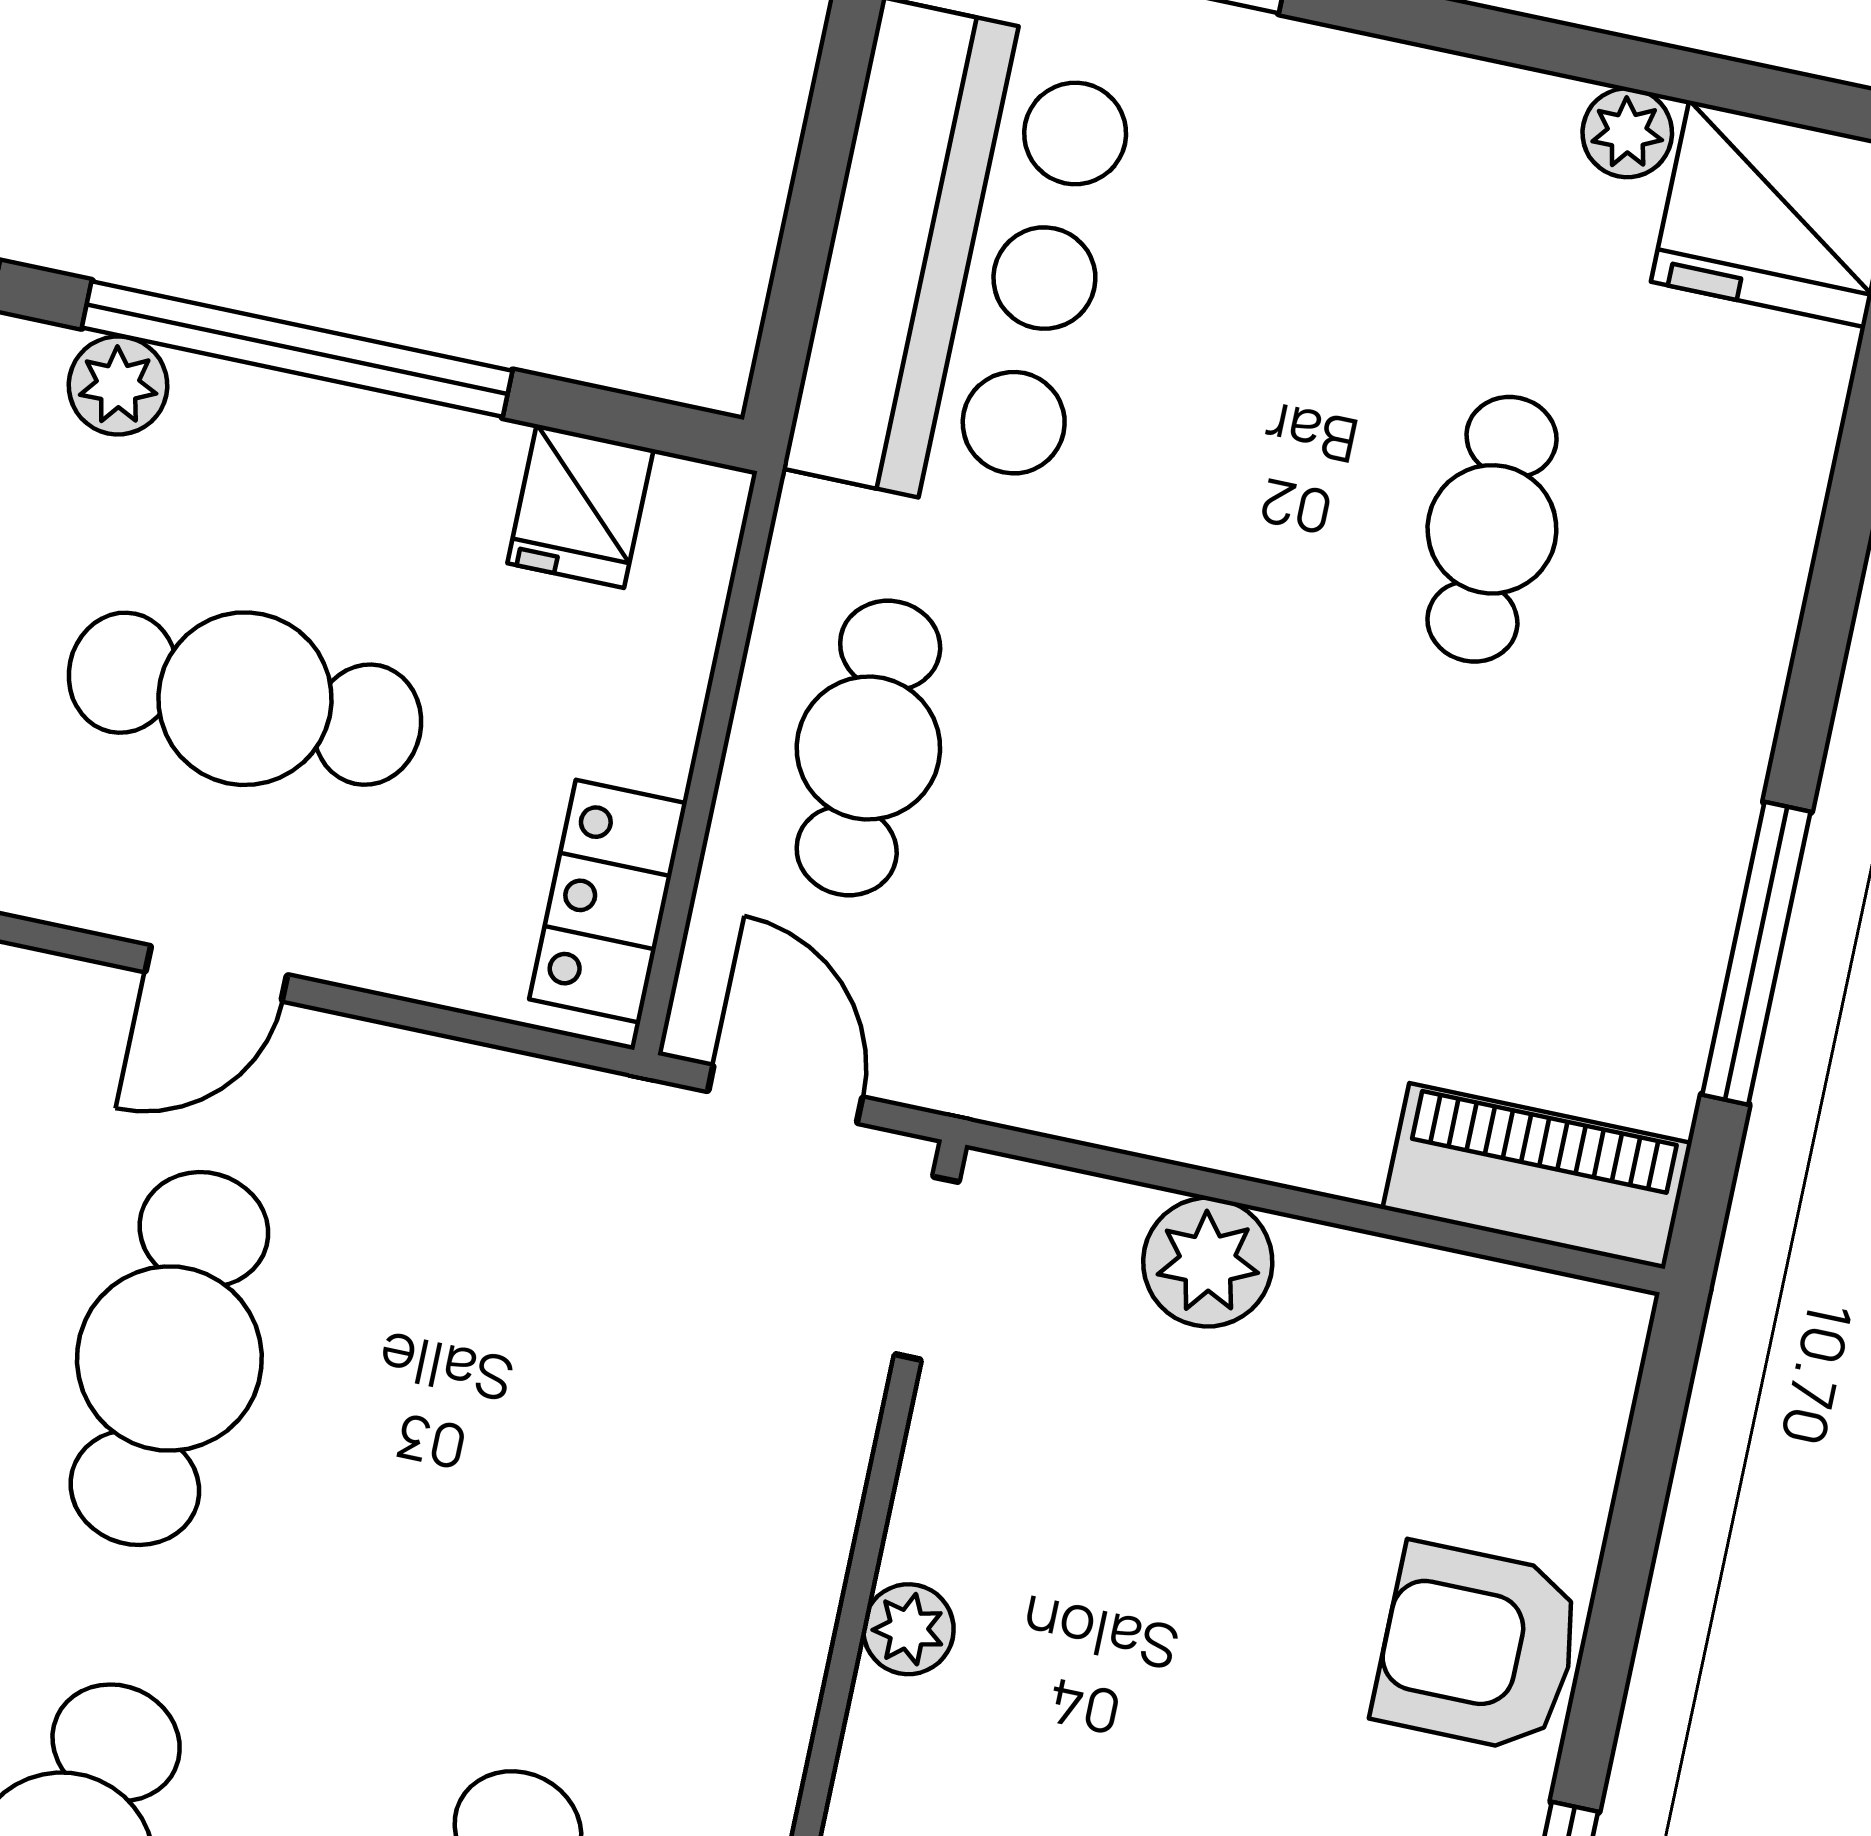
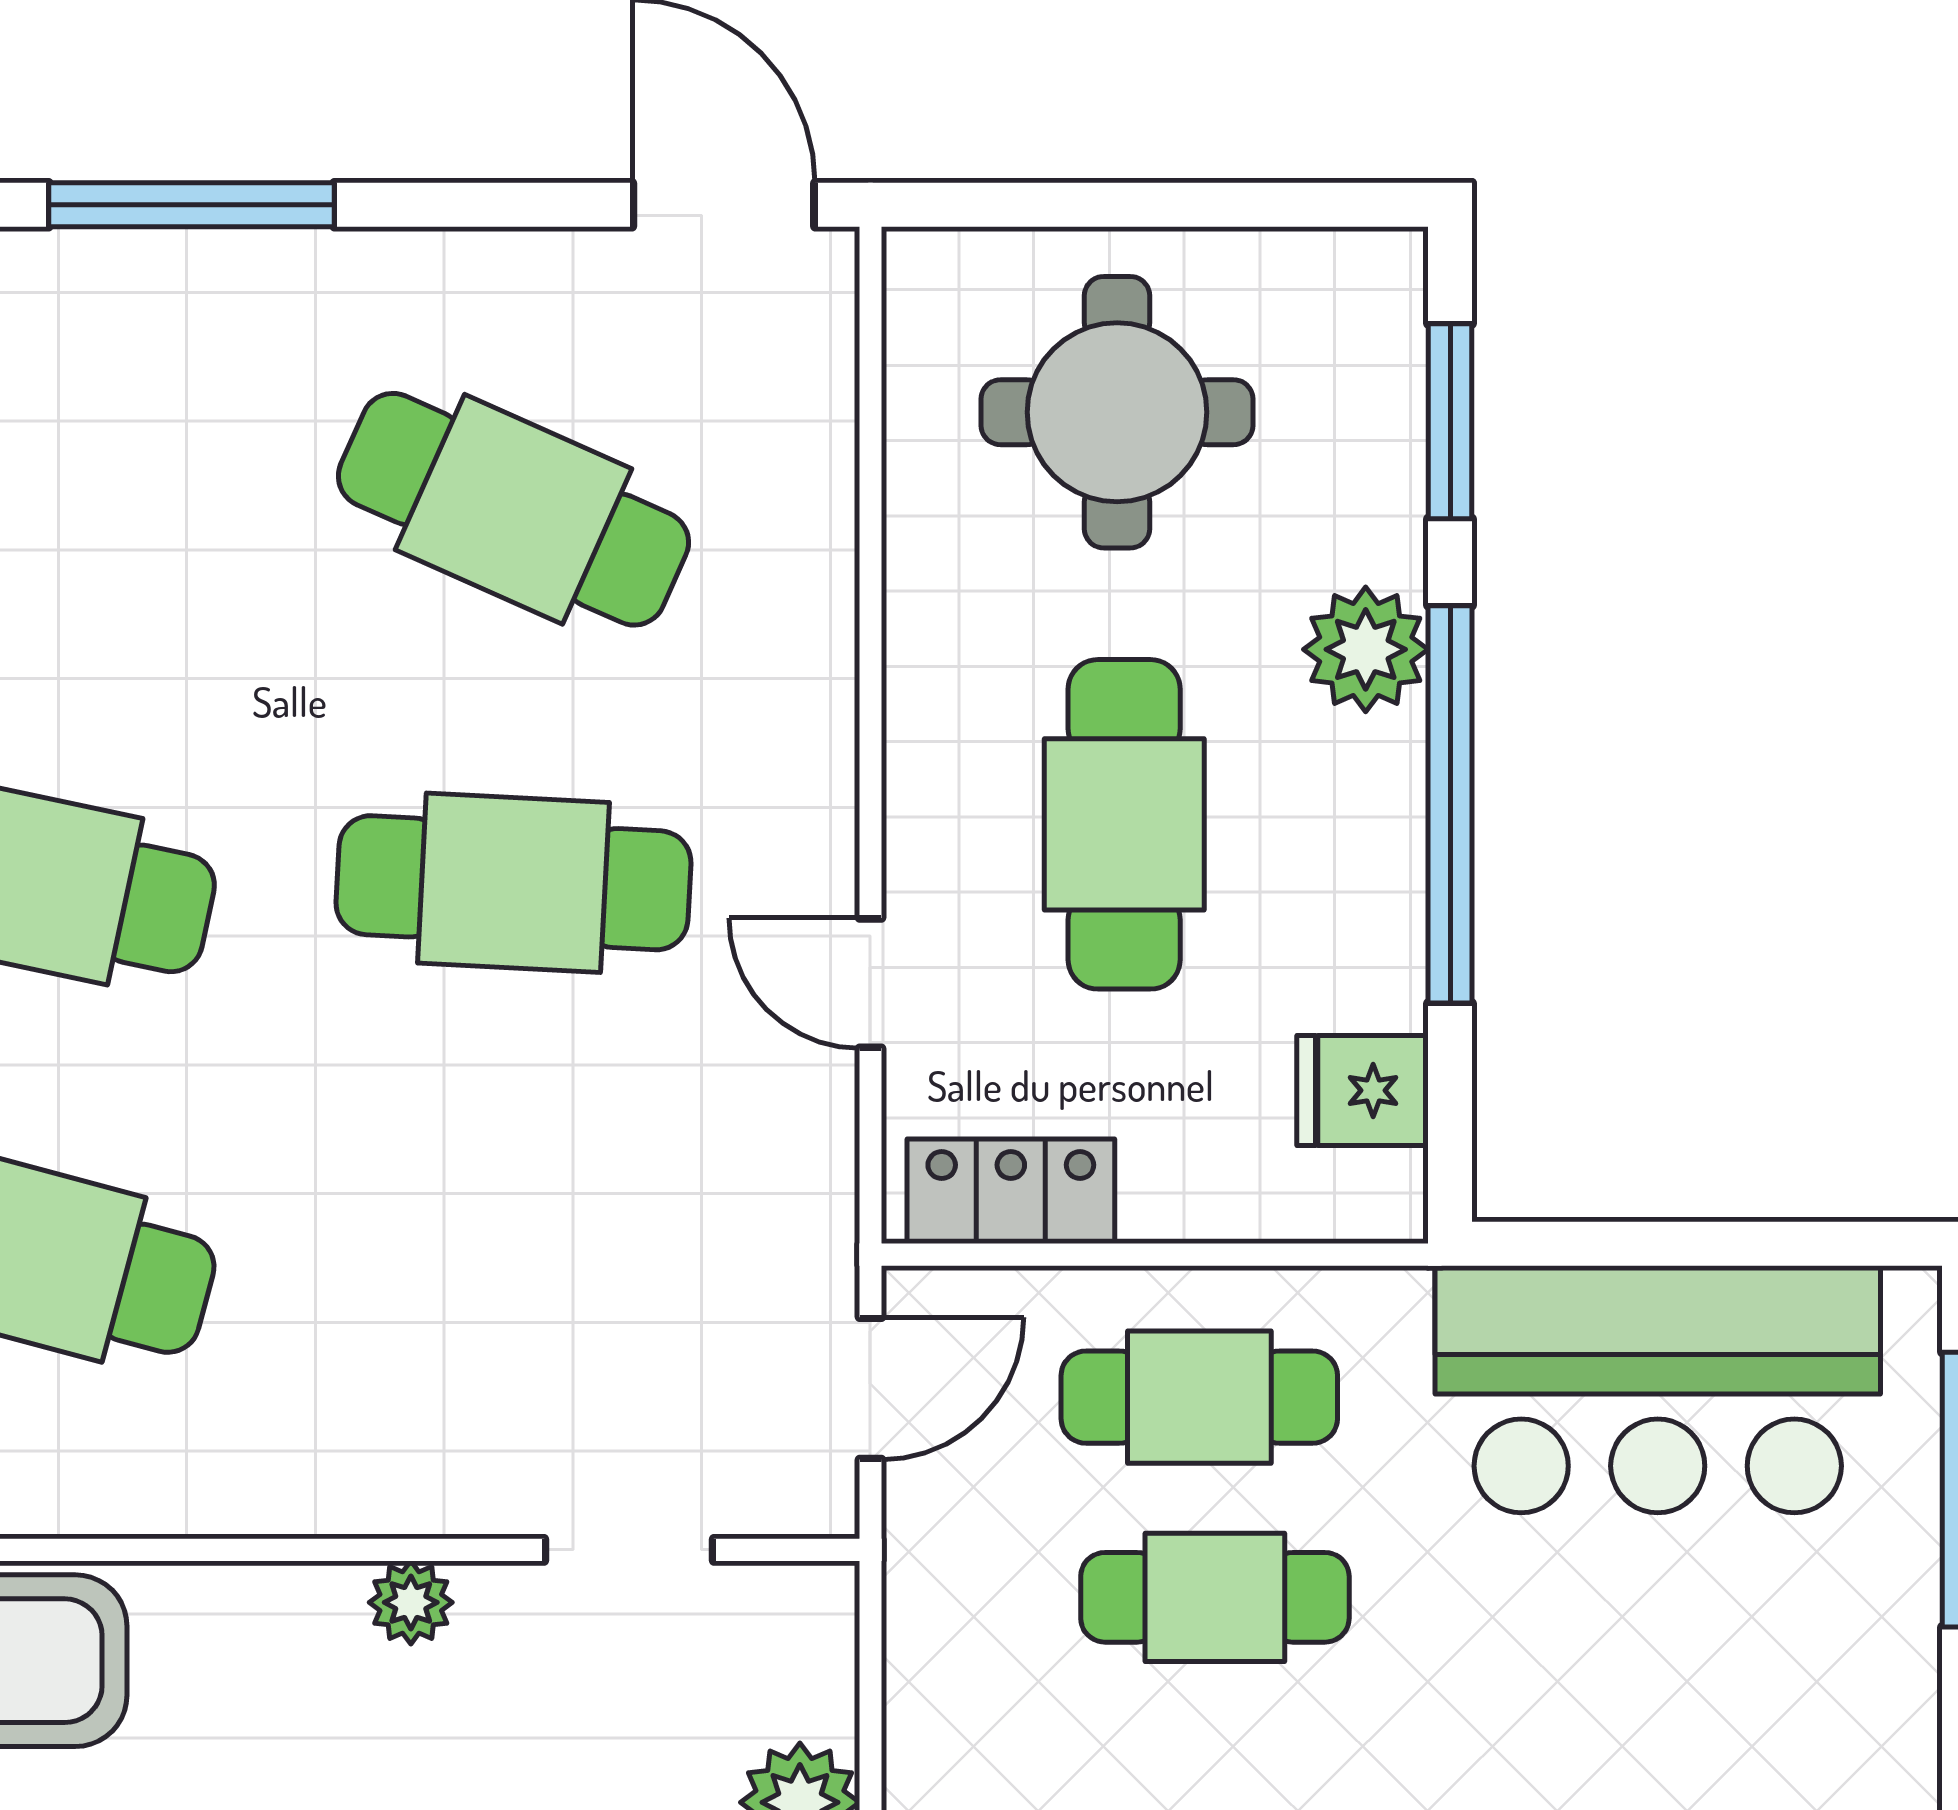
plant: (118, 385) -> (1366, 649), width x1.38, depth x1.38
cafe table: (1084, 777) -> (1215, 1597), added
door: (216, 973) -> (870, 983), moved
doorway: (927, 1268) -> (629, 1550), moved

